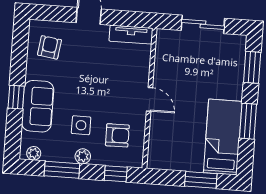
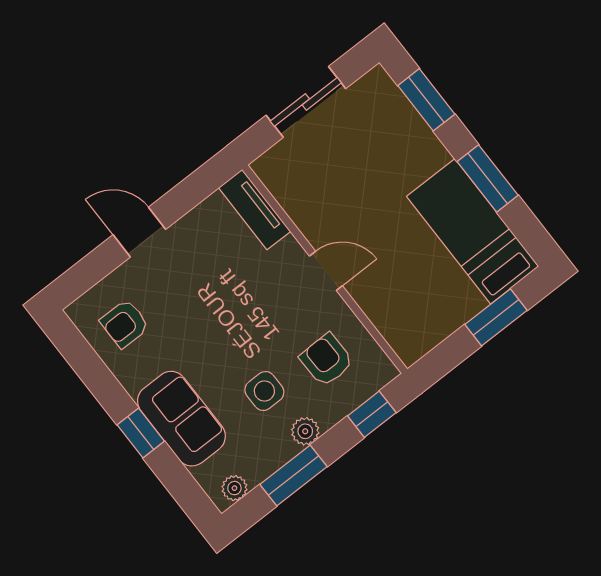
tv unit: (131, 35) -> (255, 209), moved, turned 90
armchair: (49, 47) -> (125, 324), turned -98
armchair: (117, 135) -> (327, 360), turned -91

